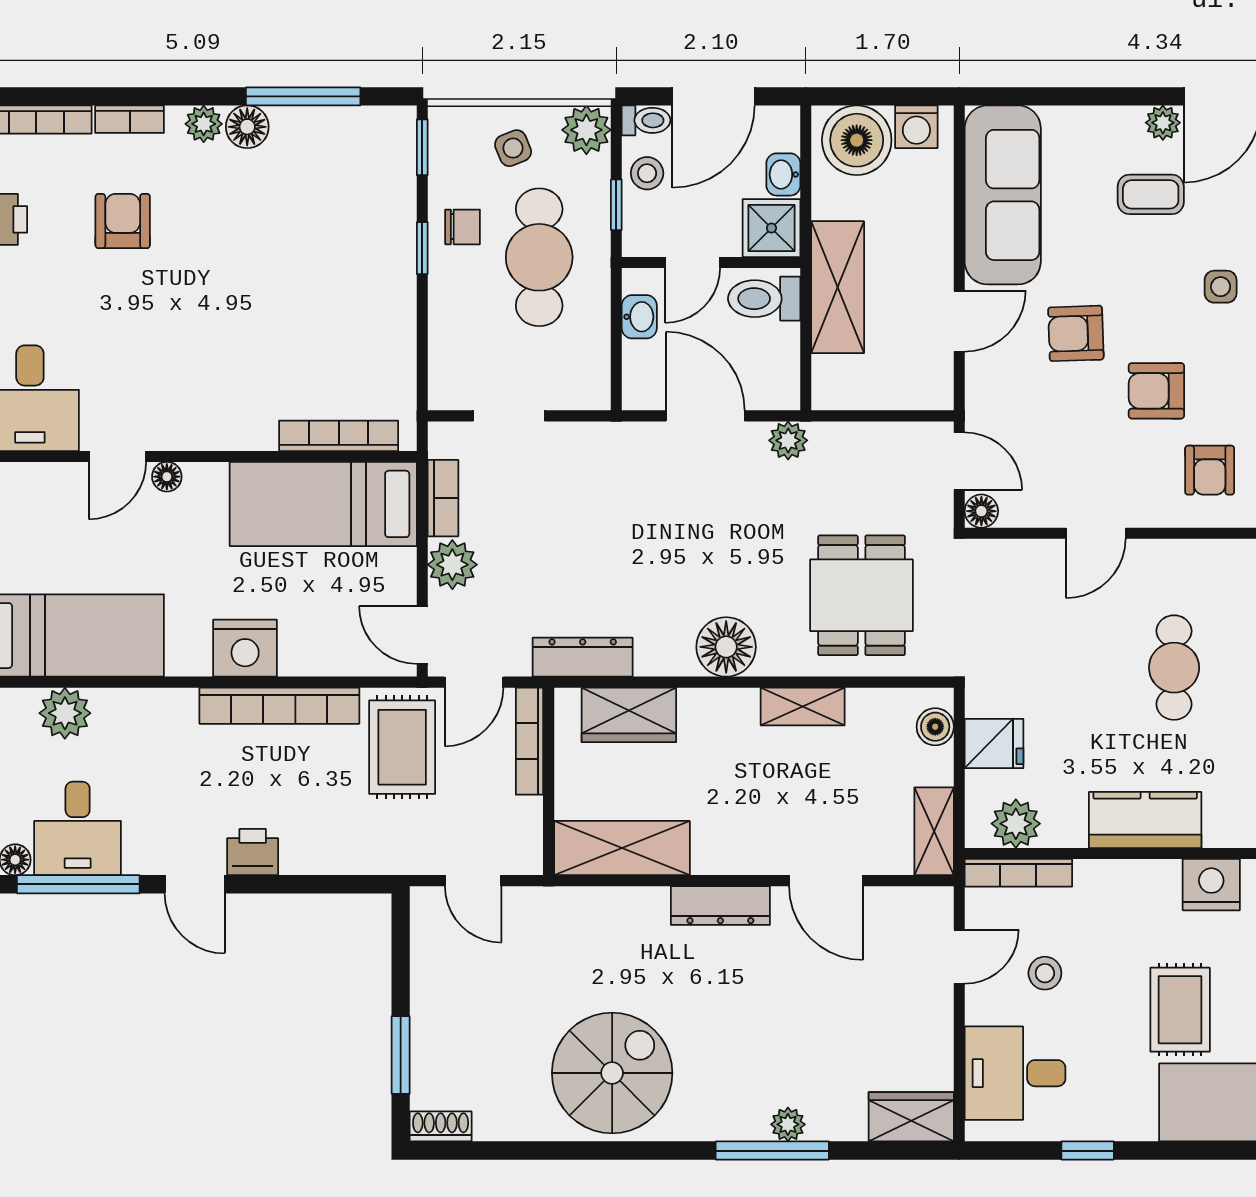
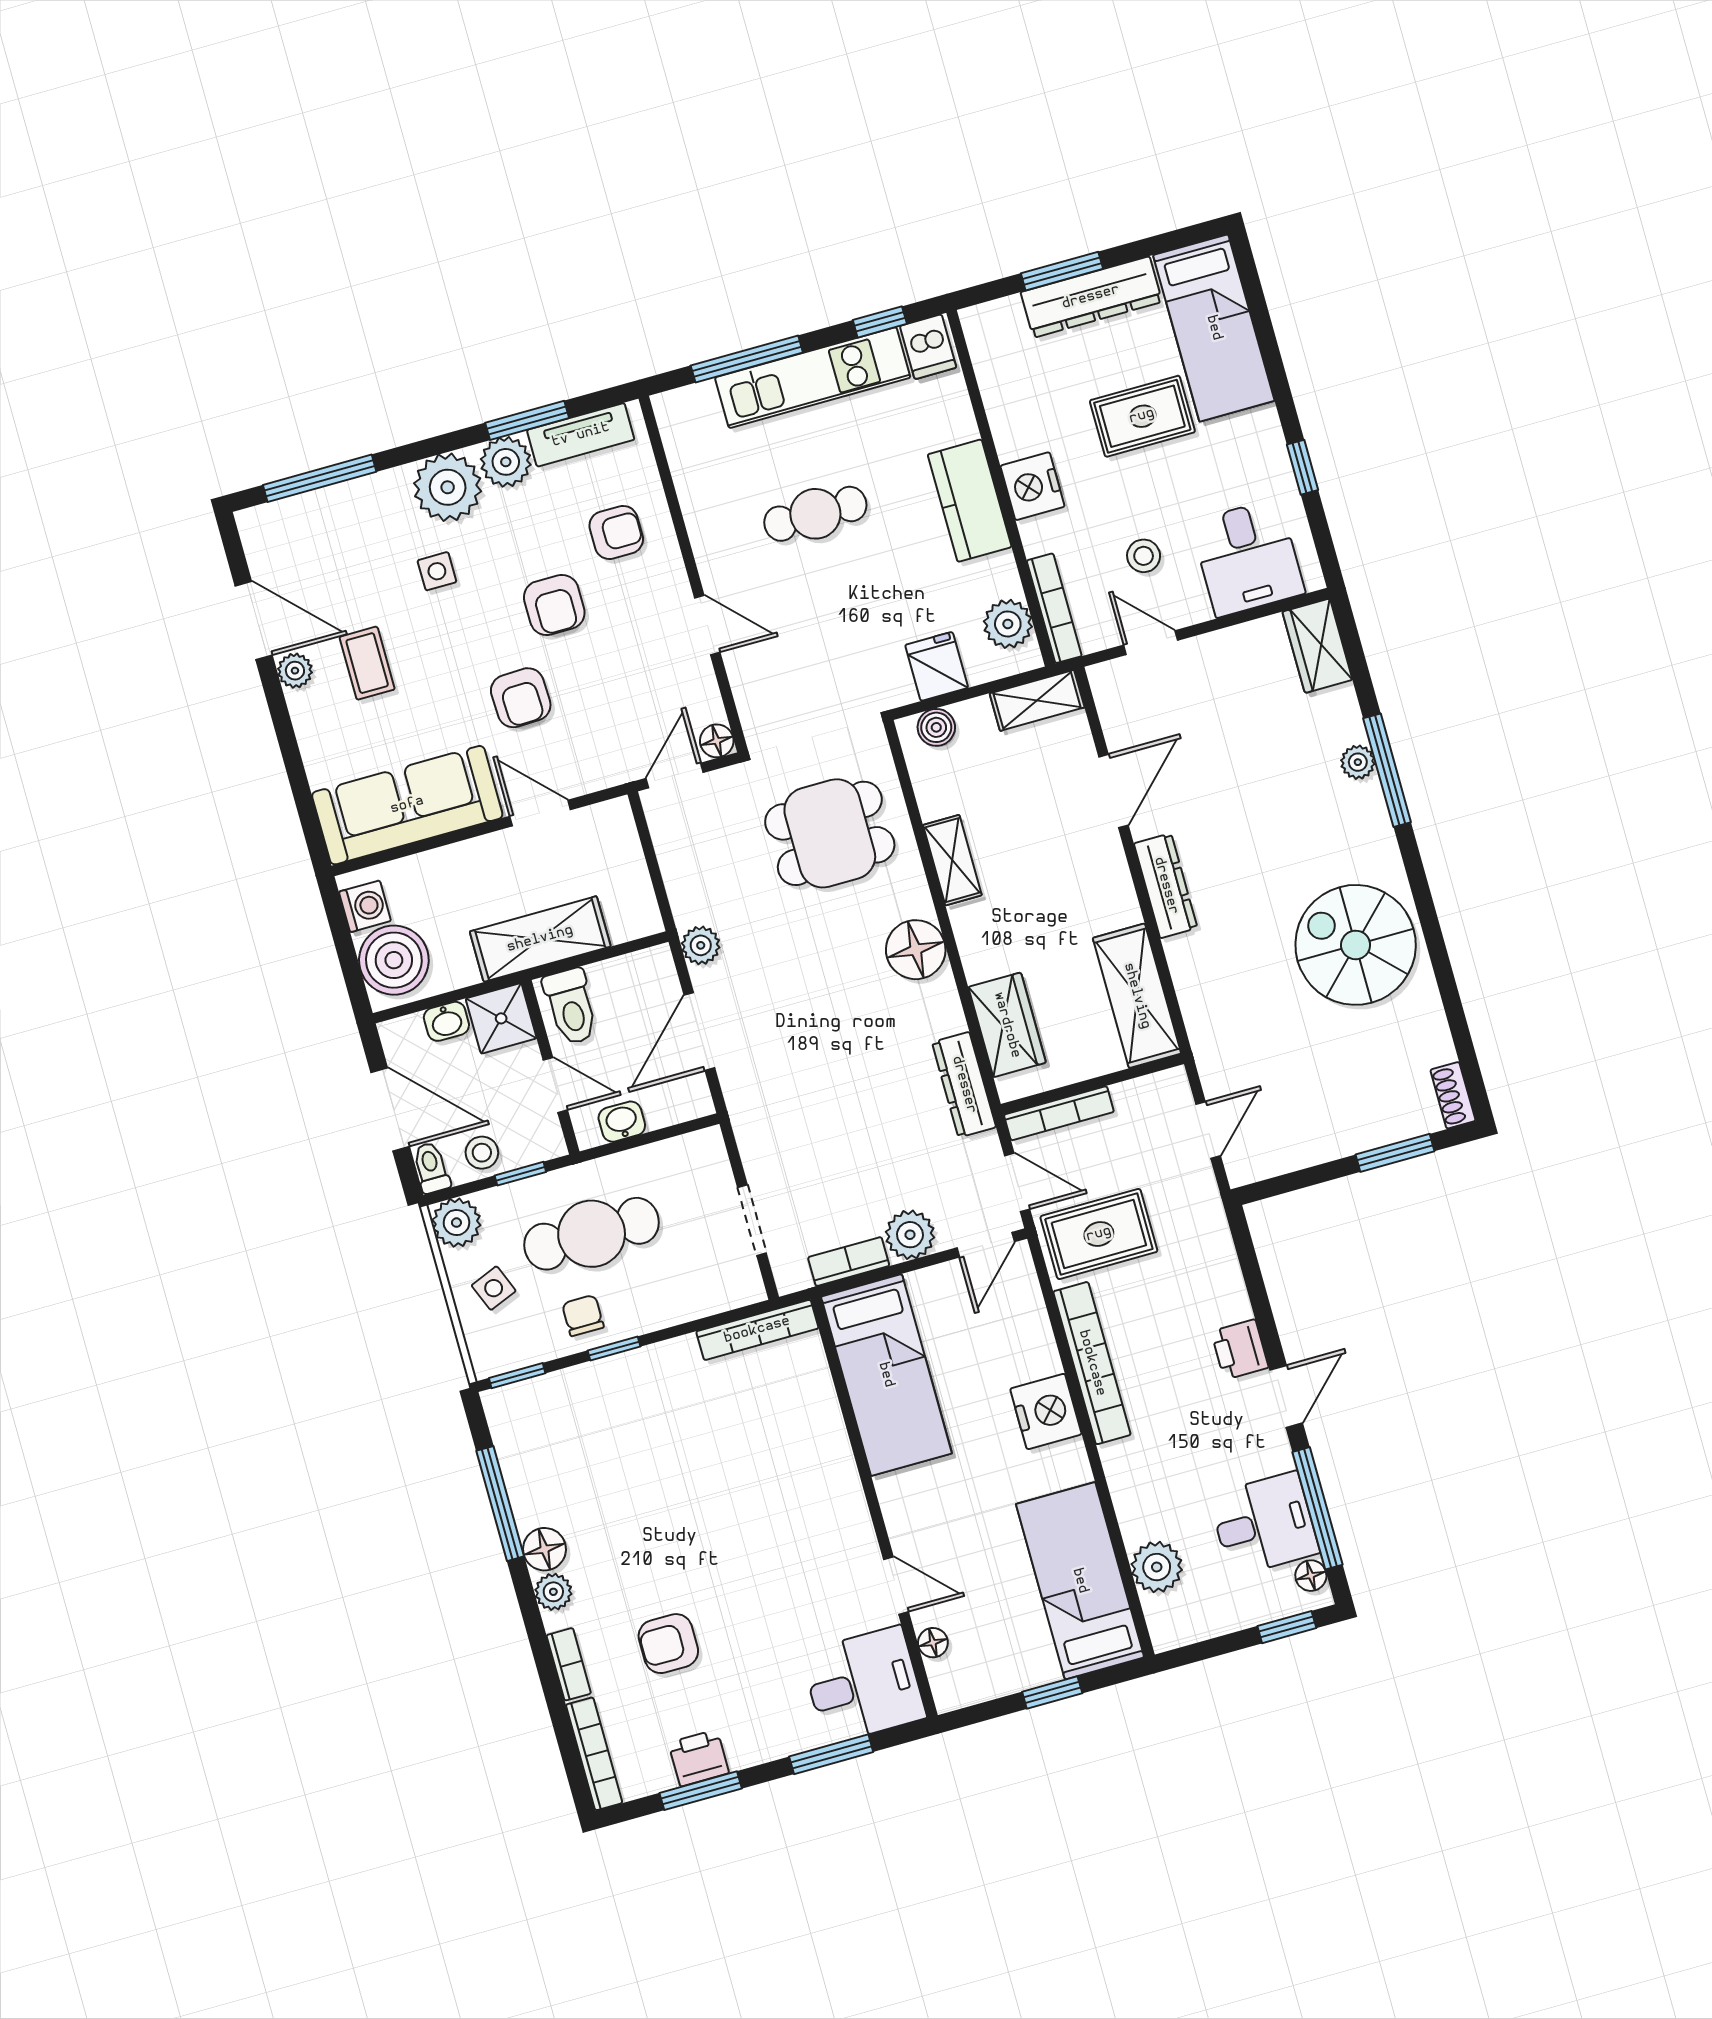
bookcase: (339, 436) -> (757, 1330), moved, turned -90
floor lamp: (167, 477) -> (933, 1643), moved
nightstand: (1211, 885) -> (1032, 486), moved

